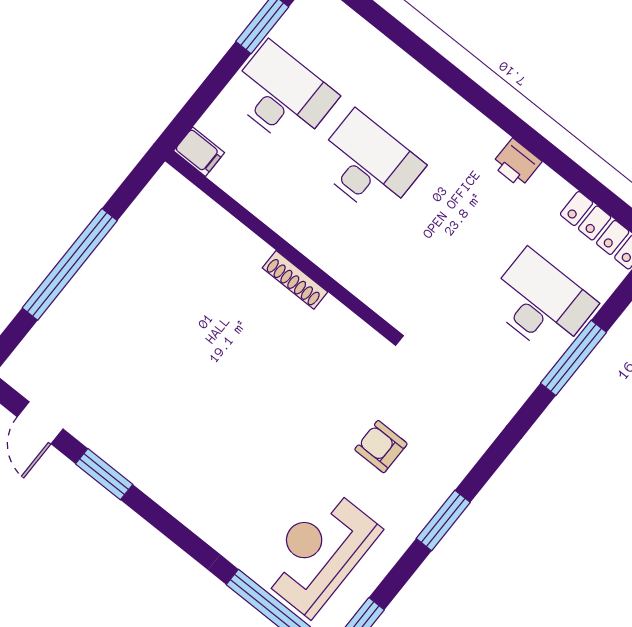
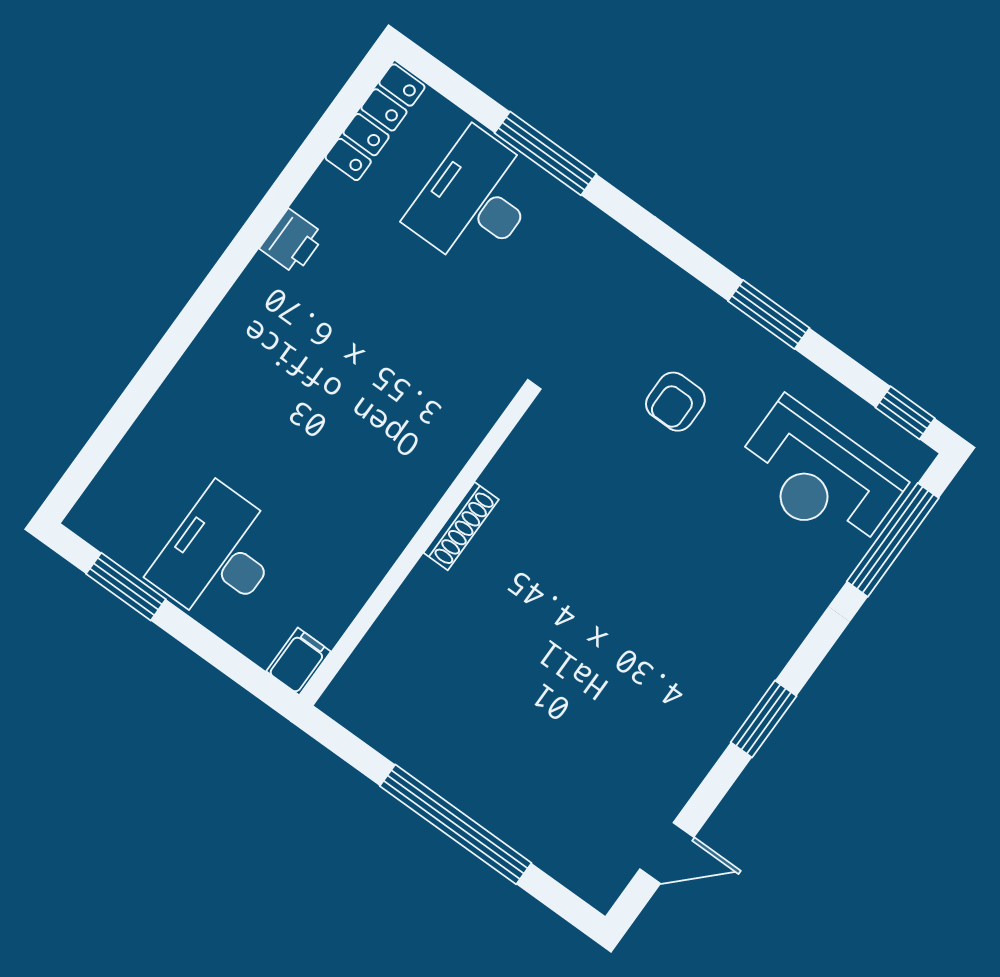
desk: (368, 164) -> (304, 437), removed
window: (104, 474) -> (764, 719), moved

